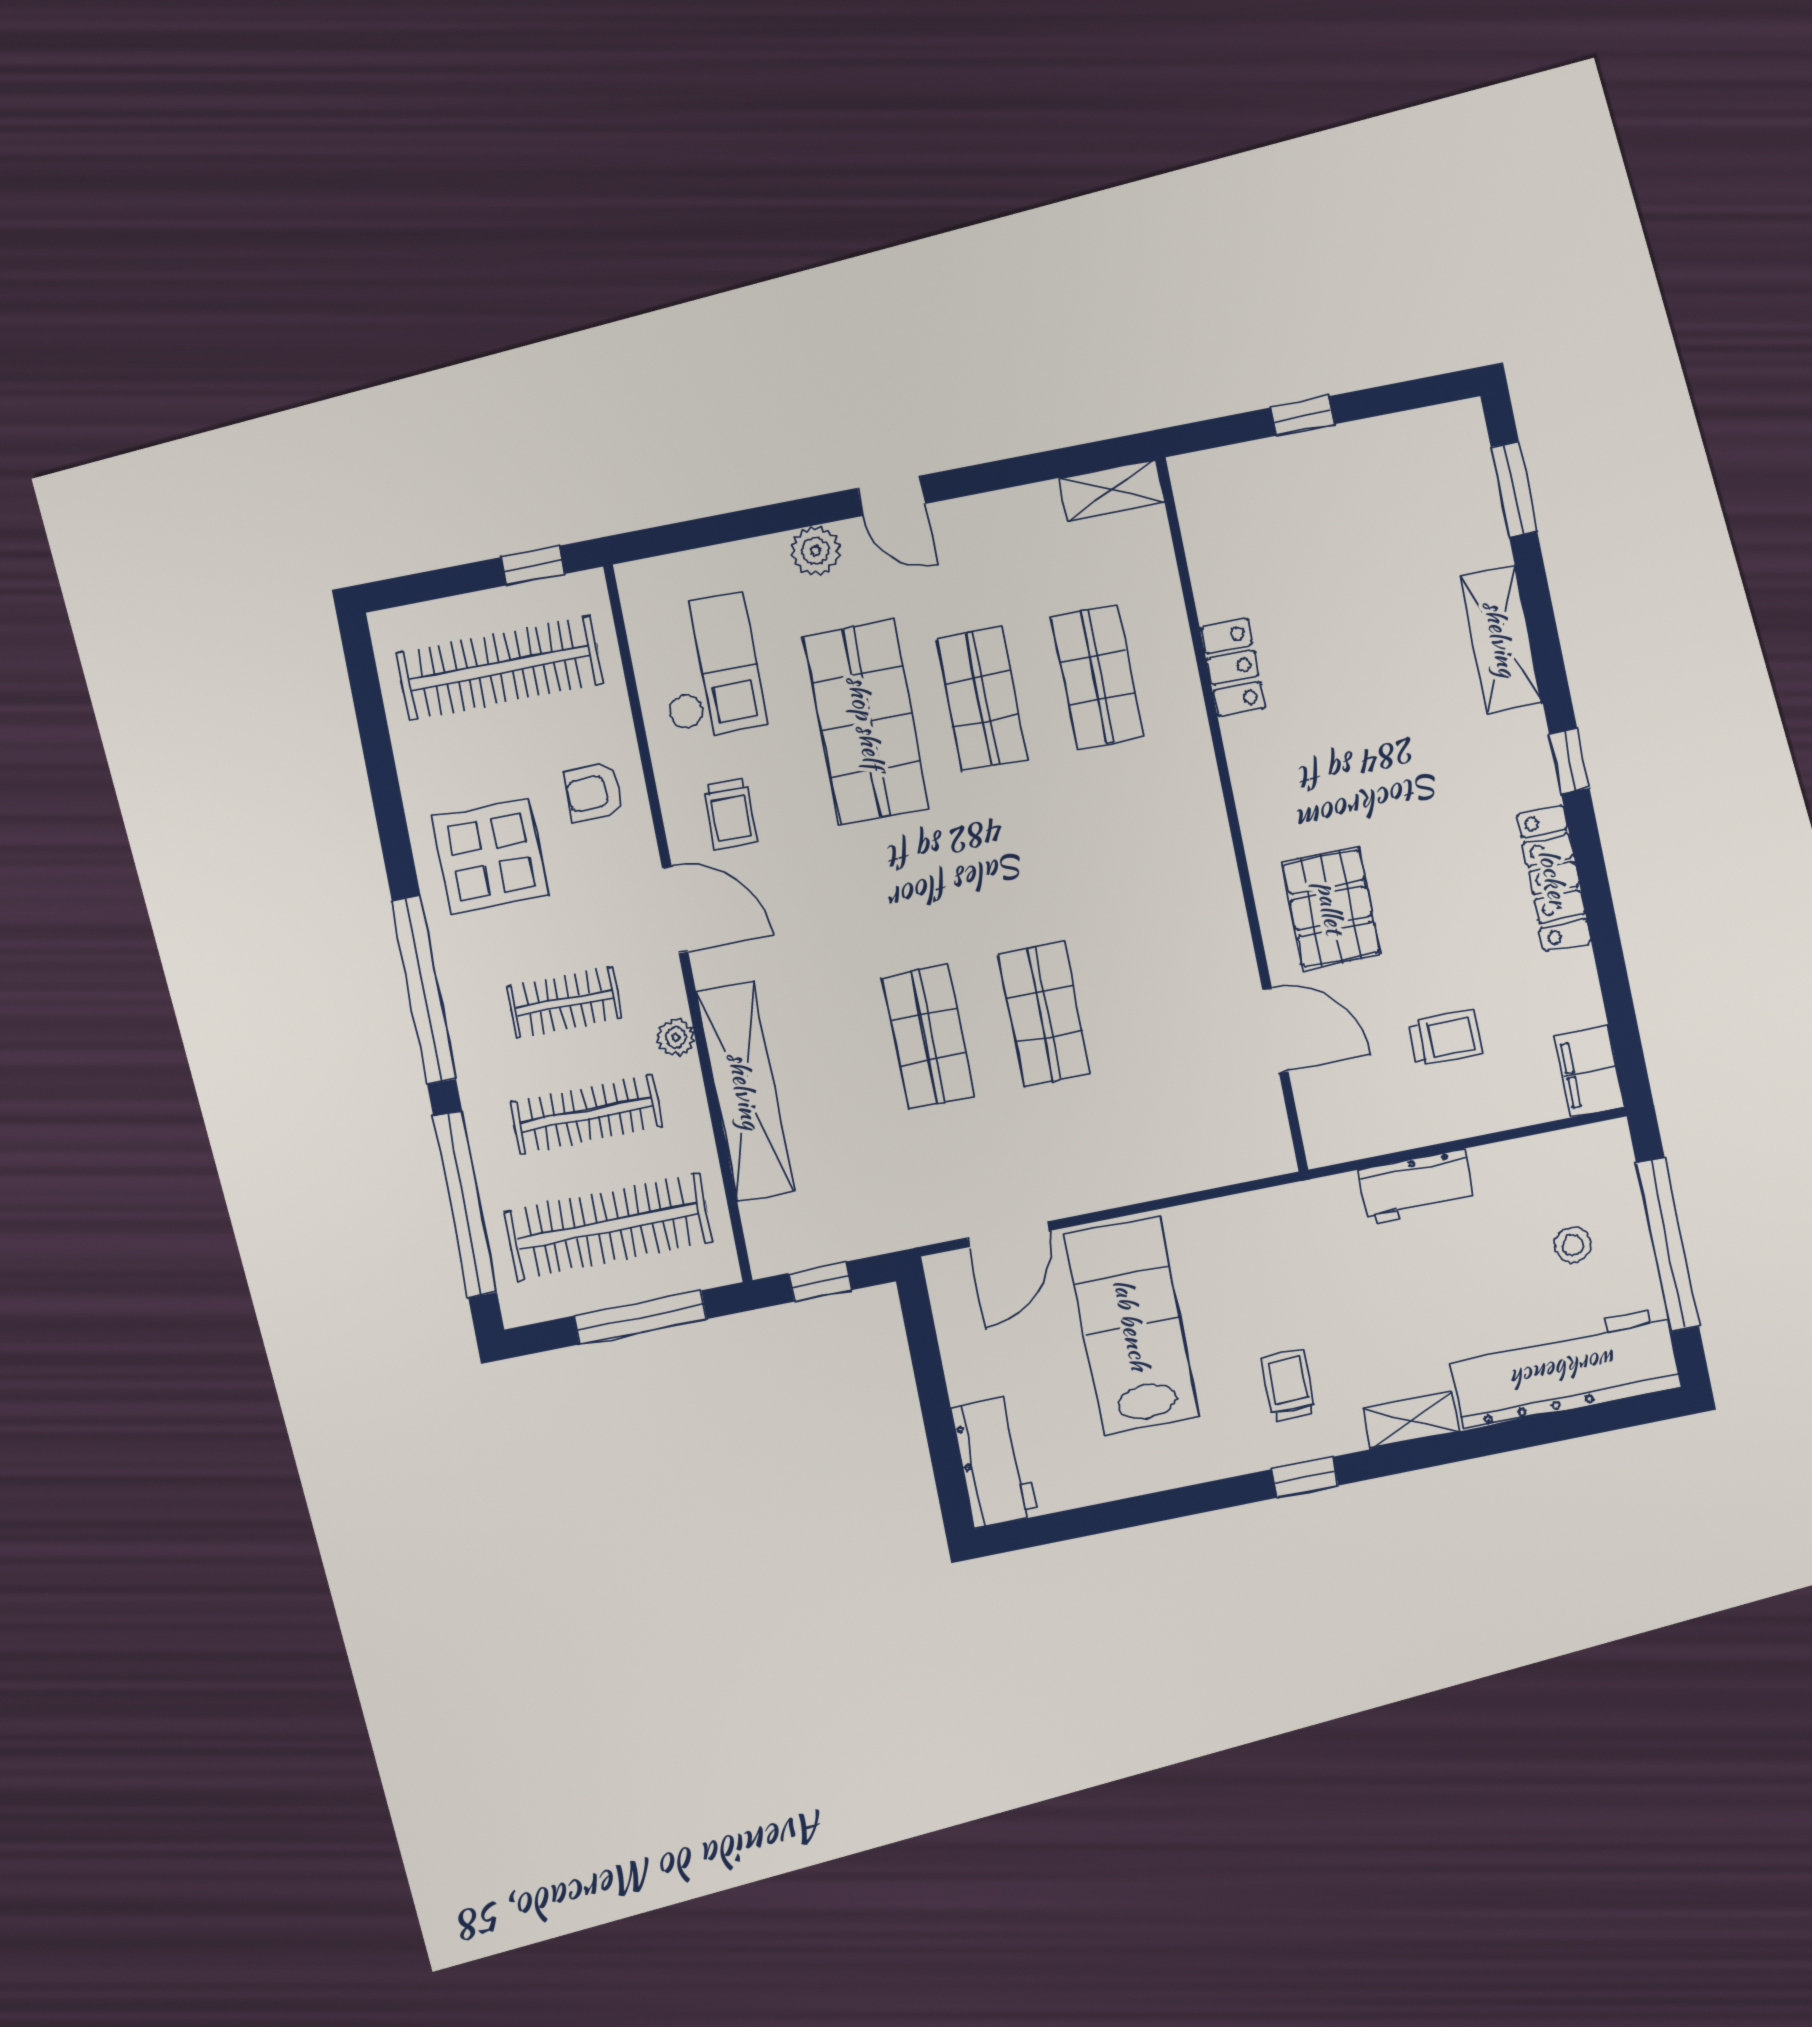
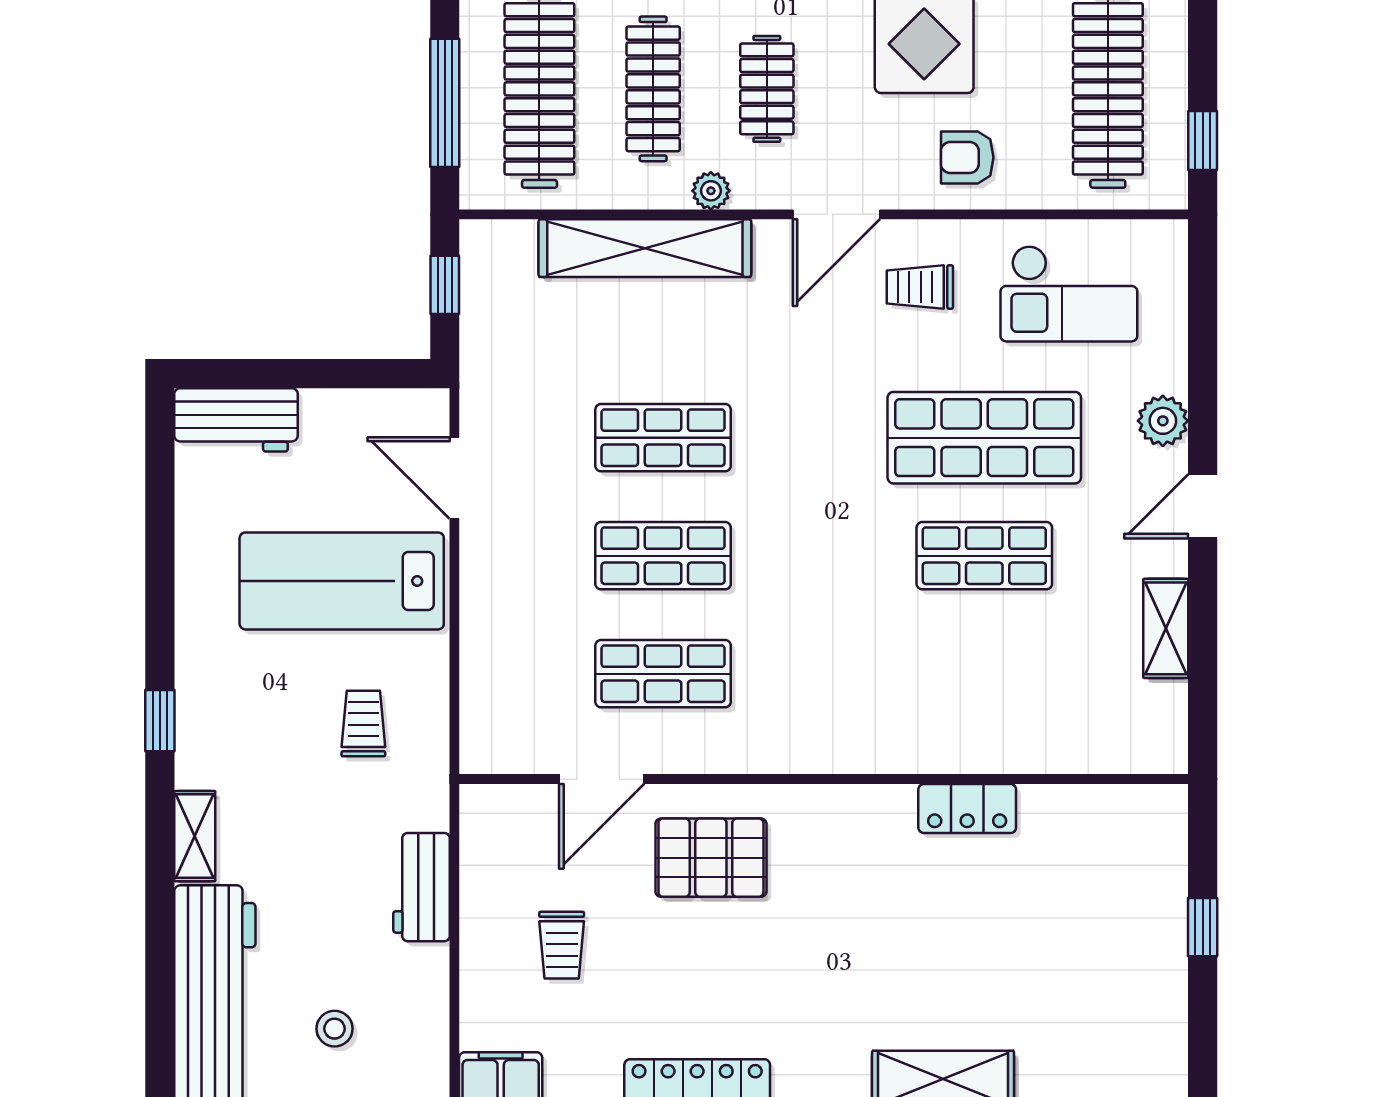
shelving: (1112, 490) -> (1166, 628), moved
shop shelf: (1097, 677) -> (663, 674), moved
armchair: (594, 792) -> (967, 157), turned -90
lab bench: (1132, 1325) -> (342, 581), turned 180
trolley: (1289, 1385) -> (363, 724), moved, turned -90

